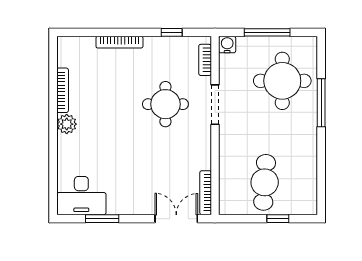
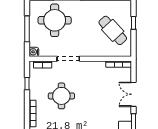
round table: (165, 104) -> (61, 96), moved
cafe table: (265, 182) -> (113, 30), turned 43
double door: (176, 219) -> (133, 94), moved

